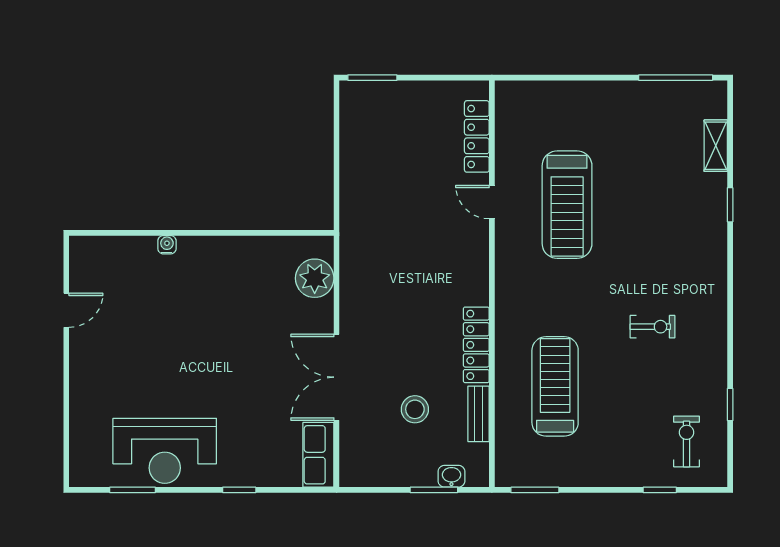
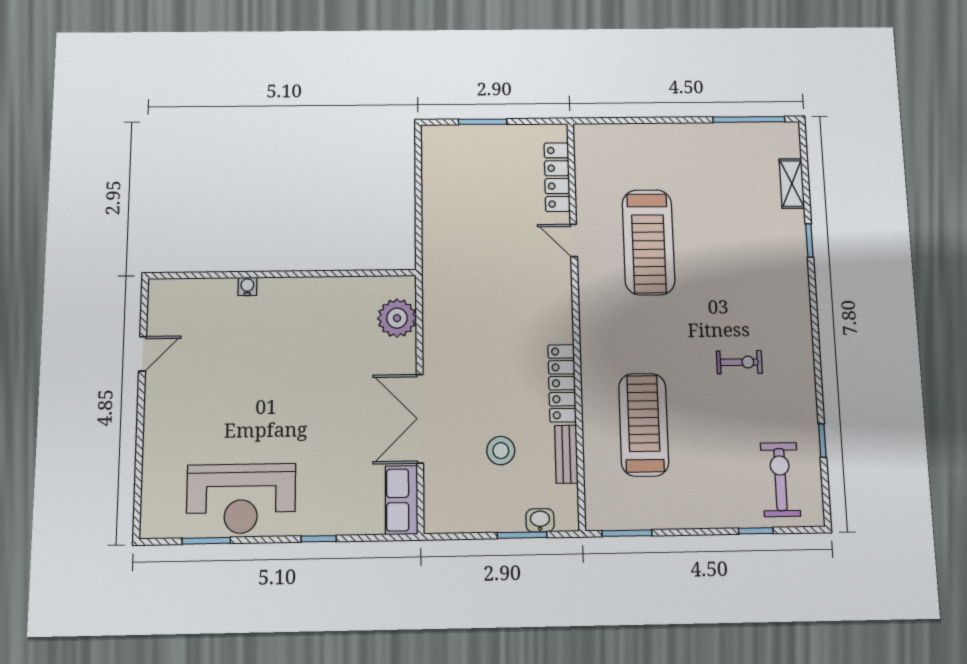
window: (372, 78) -> (483, 122), moved
exercise bike: (687, 441) -> (780, 479), width x1.38, depth x1.39

